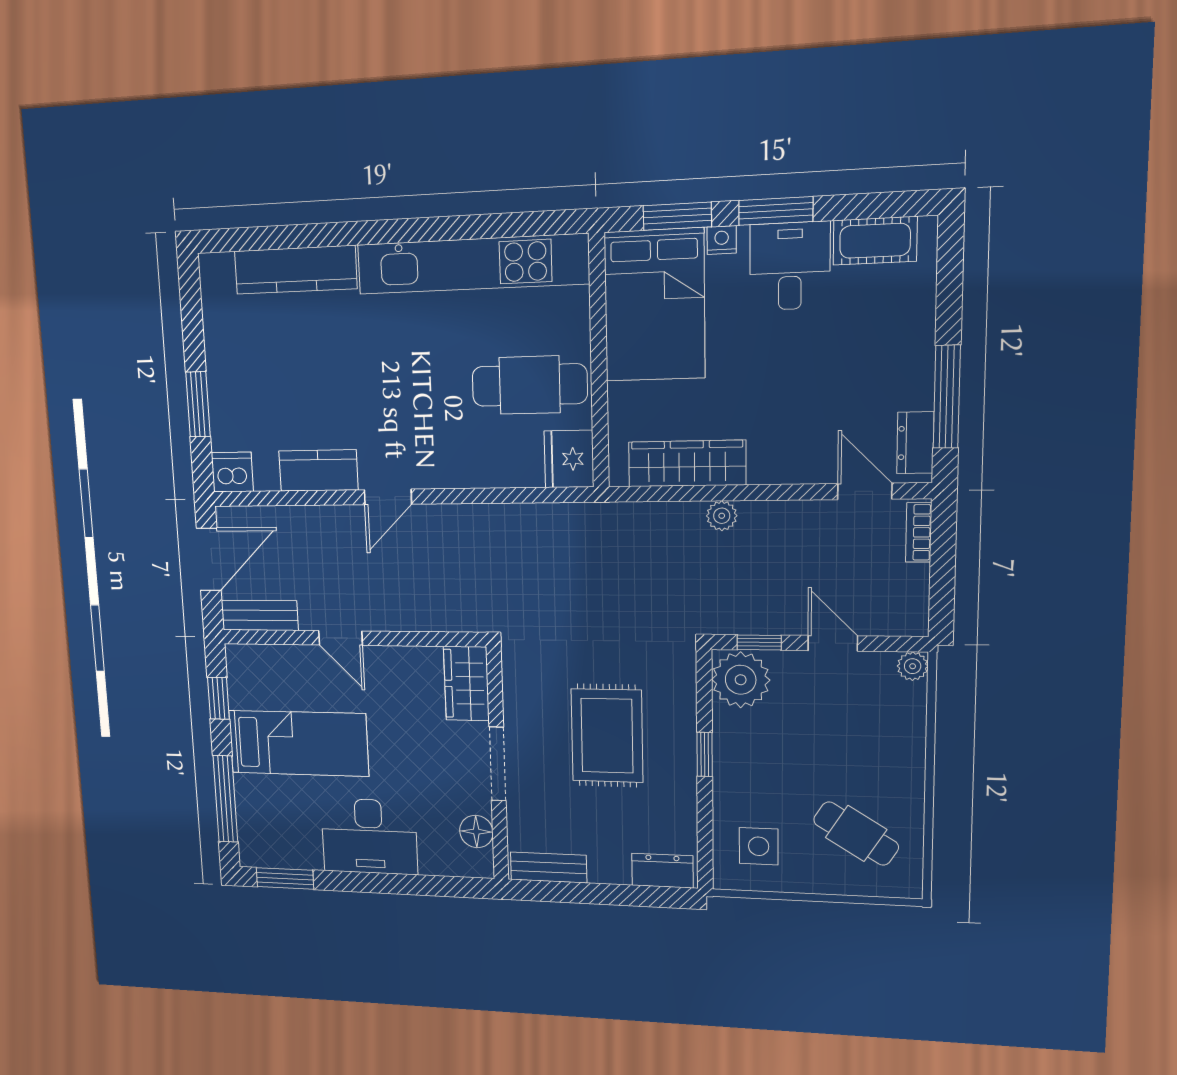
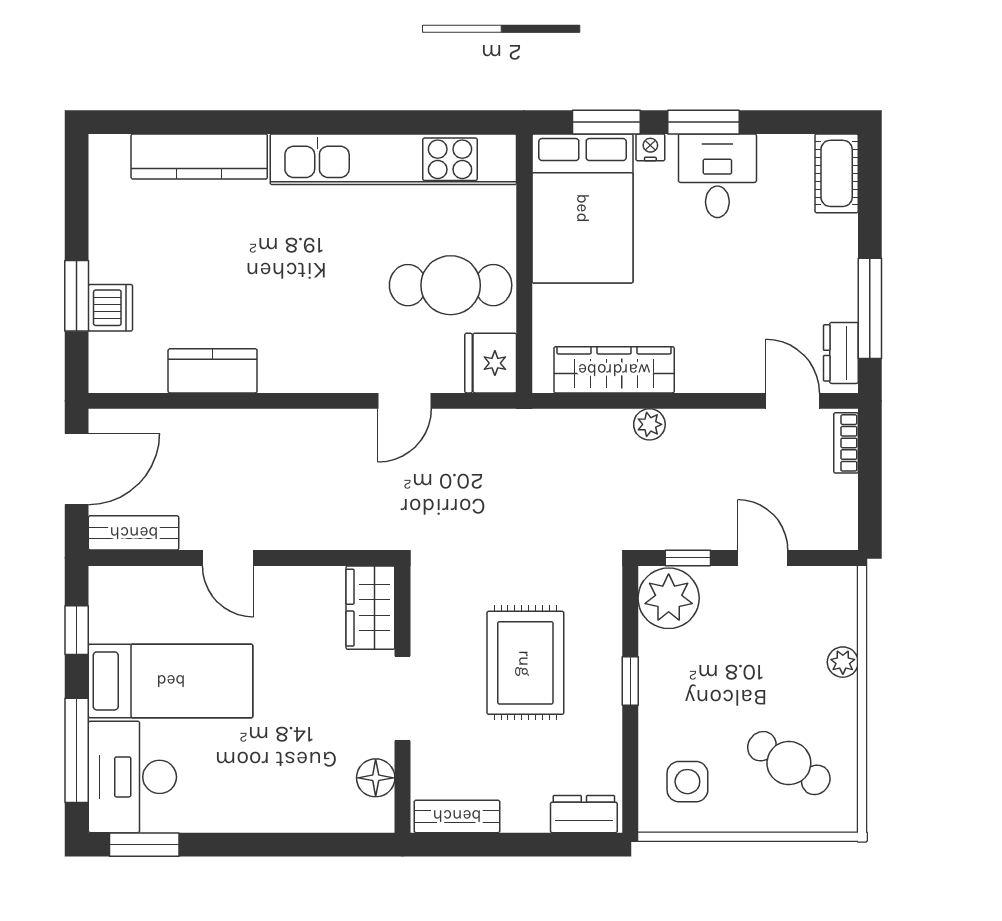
cot: (875, 241) -> (837, 173), moved, turned 90
dishwasher: (232, 472) -> (110, 308), moved, turned 90
door: (388, 497) -> (404, 401), moved
plant: (913, 666) -> (843, 662), moved
desk: (369, 836) -> (132, 777), moved, turned 90

